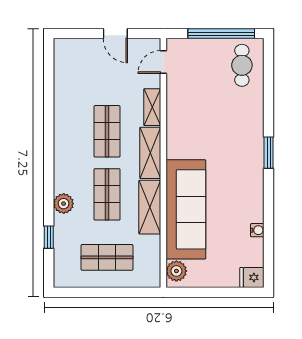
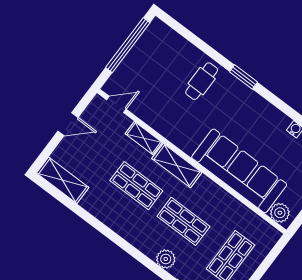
door: (163, 62) -> (116, 104), swing flipped
cafe table: (242, 65) -> (202, 81), moved, turned 90
shelving: (150, 207) -> (63, 180), moved

